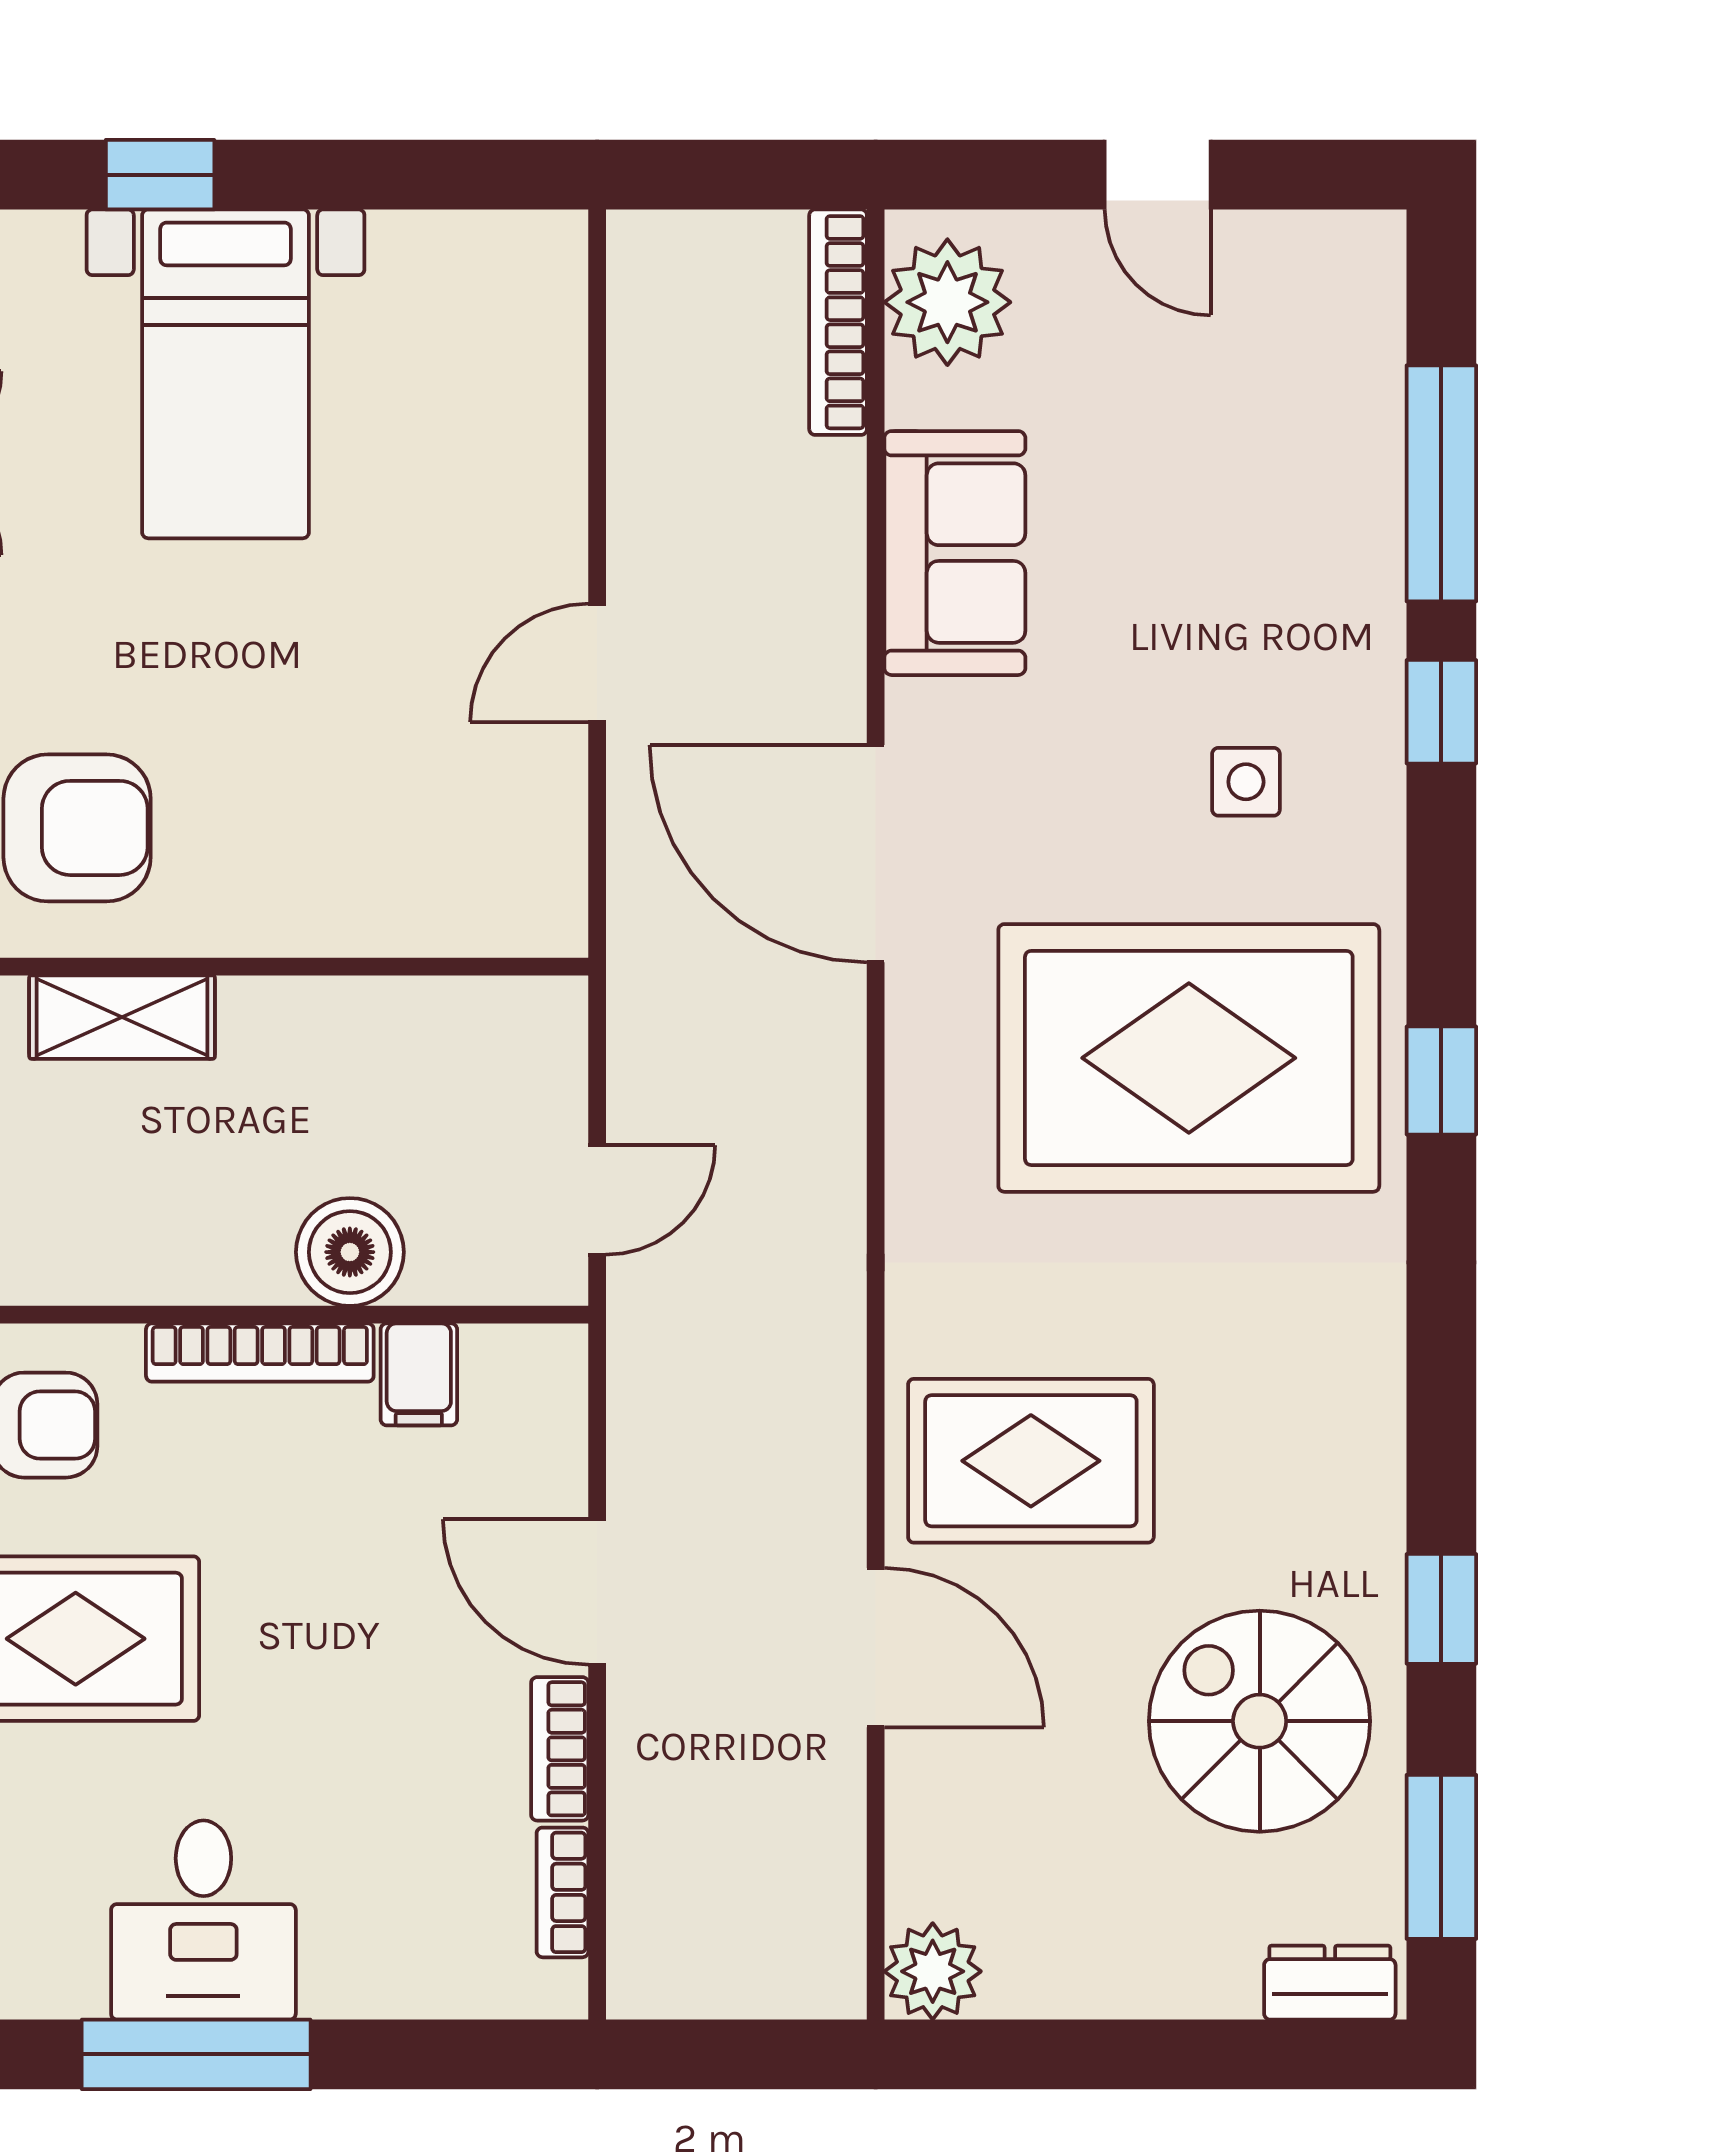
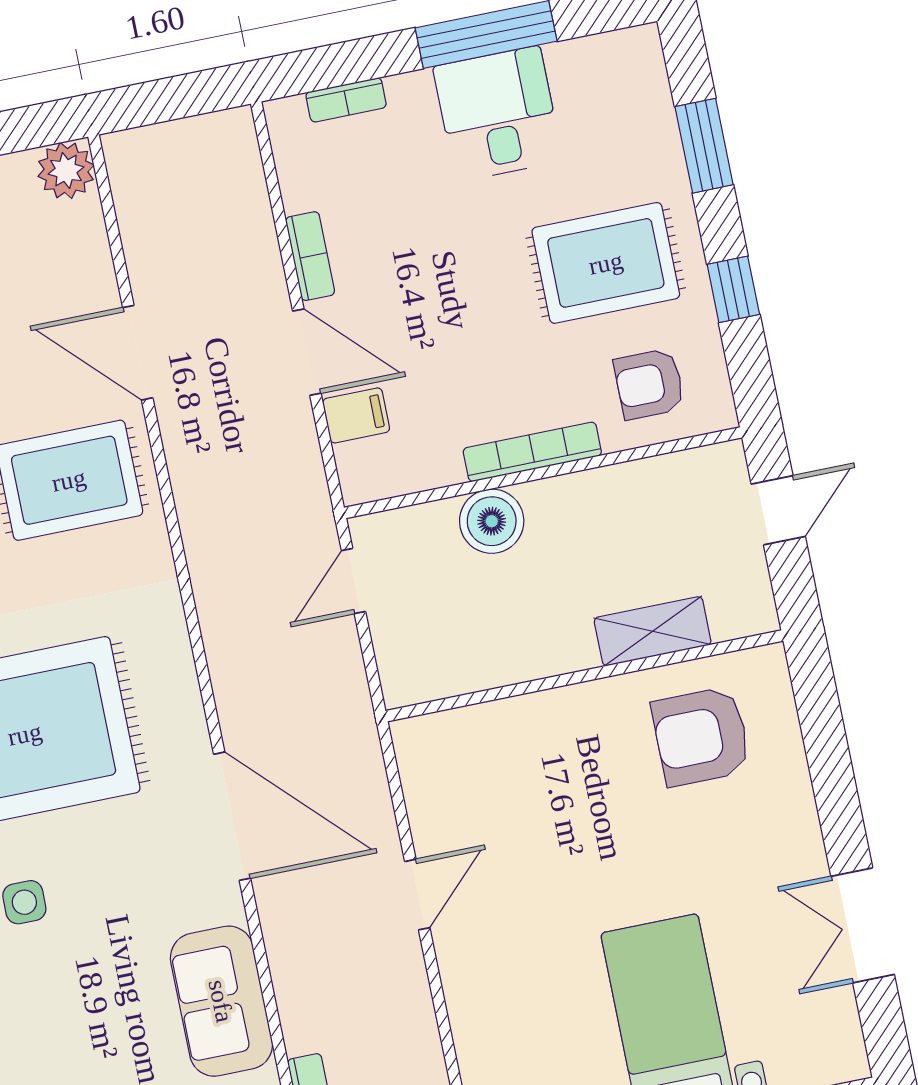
filing cabinet: (419, 1374) -> (356, 415), moved, turned 90
bookcase: (562, 1892) -> (346, 100), moved, turned 90

